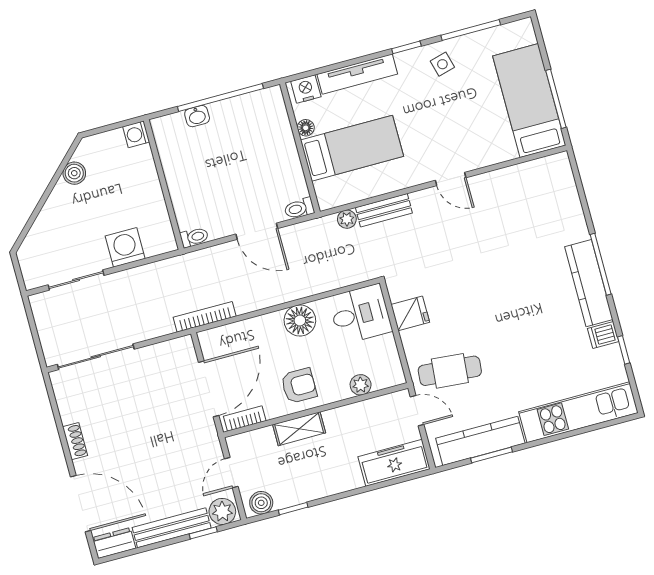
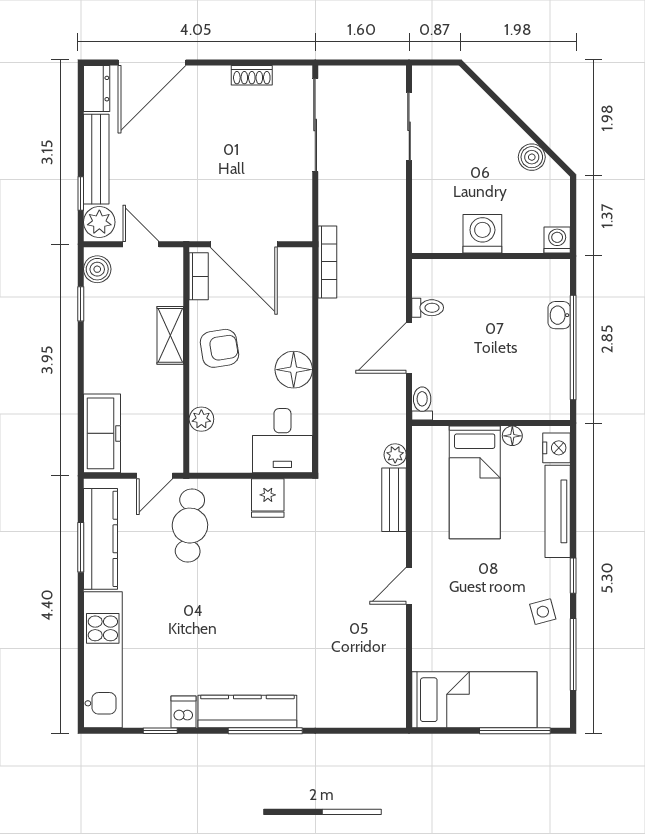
window: (556, 99) -> (515, 731), moved
toilet: (194, 237) -> (428, 308), moved, turned -90
washing machine: (125, 247) -> (482, 234), moved, turned -90
armchair: (299, 386) -> (219, 348), turned -99
shoe rack: (75, 441) -> (252, 75), moved

